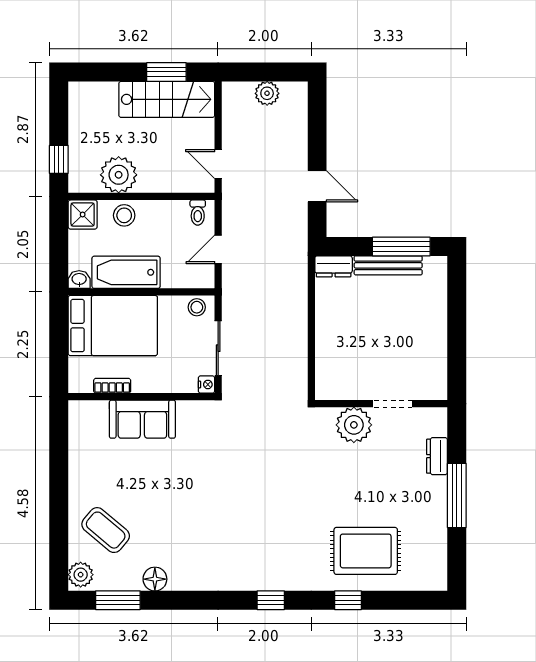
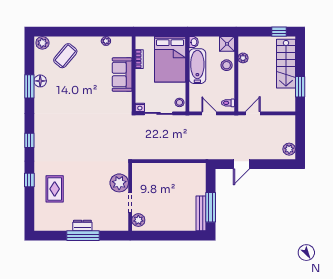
plant: (267, 93) -> (289, 149), moved
stairs: (167, 99) -> (286, 64), moved
window: (59, 159) -> (279, 32), moved
plant: (119, 175) -> (243, 58), width x0.53, depth x0.53
bench: (388, 265) -> (201, 213), moved
dresser: (334, 266) -> (200, 172), removed
plant: (426, 388) -> (138, 220), added
plant: (77, 451) -> (106, 41), added
dresser: (437, 456) -> (82, 226), moved
rug: (366, 551) -> (55, 189), width x0.73, depth x0.70
window: (118, 600) -> (29, 86), moved

